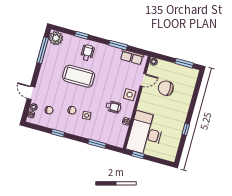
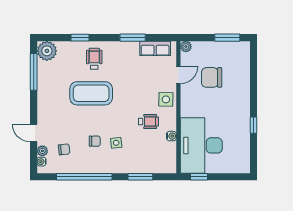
window: (58, 133) -> (84, 177), width x3.17

